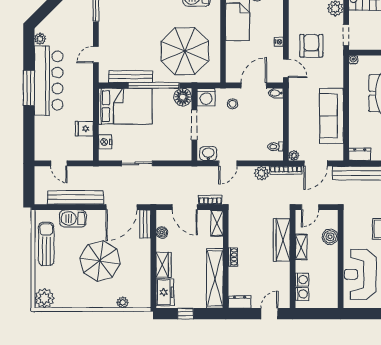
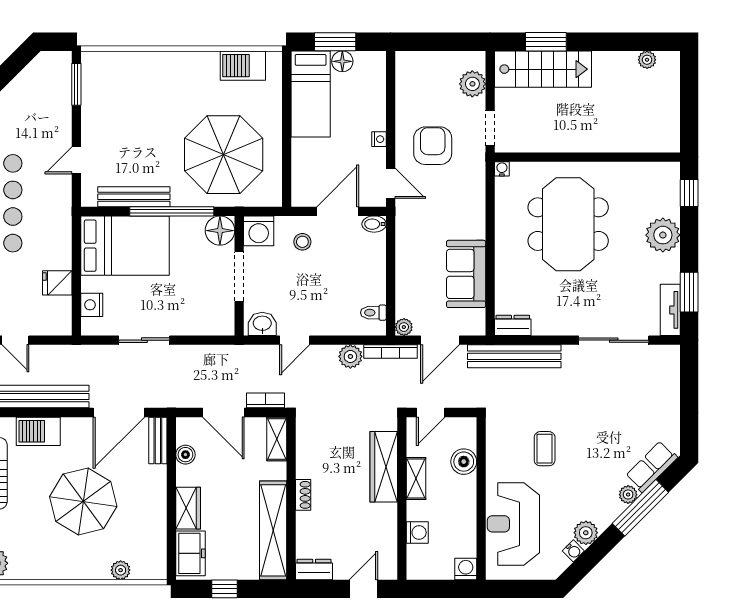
sofa: (331, 116) -> (466, 274), width x0.73
washing machine: (302, 294) -> (466, 569), moved, turned -90

